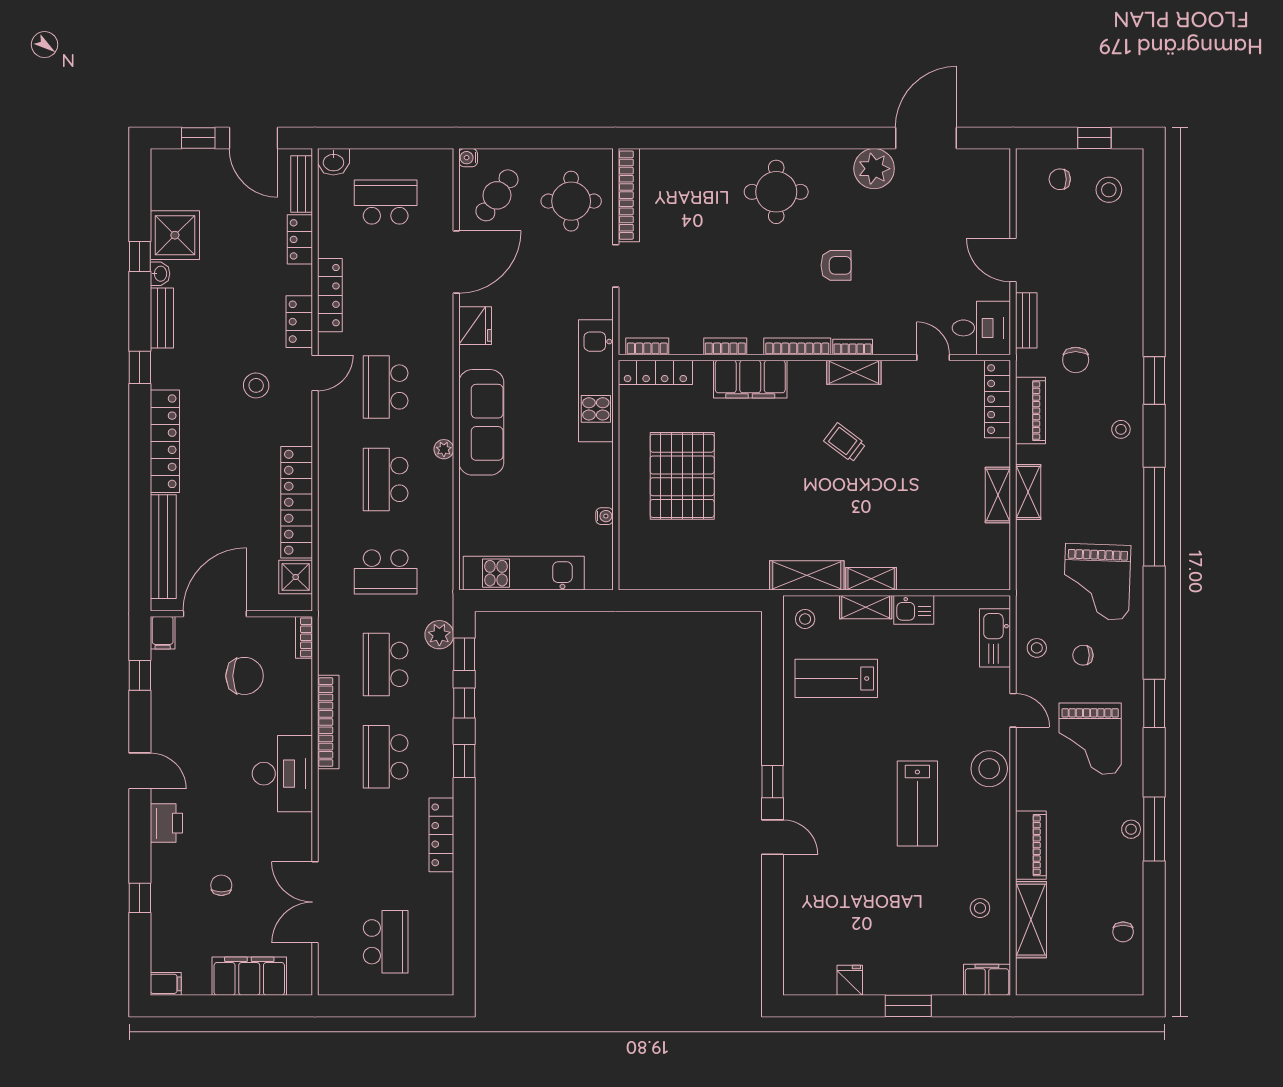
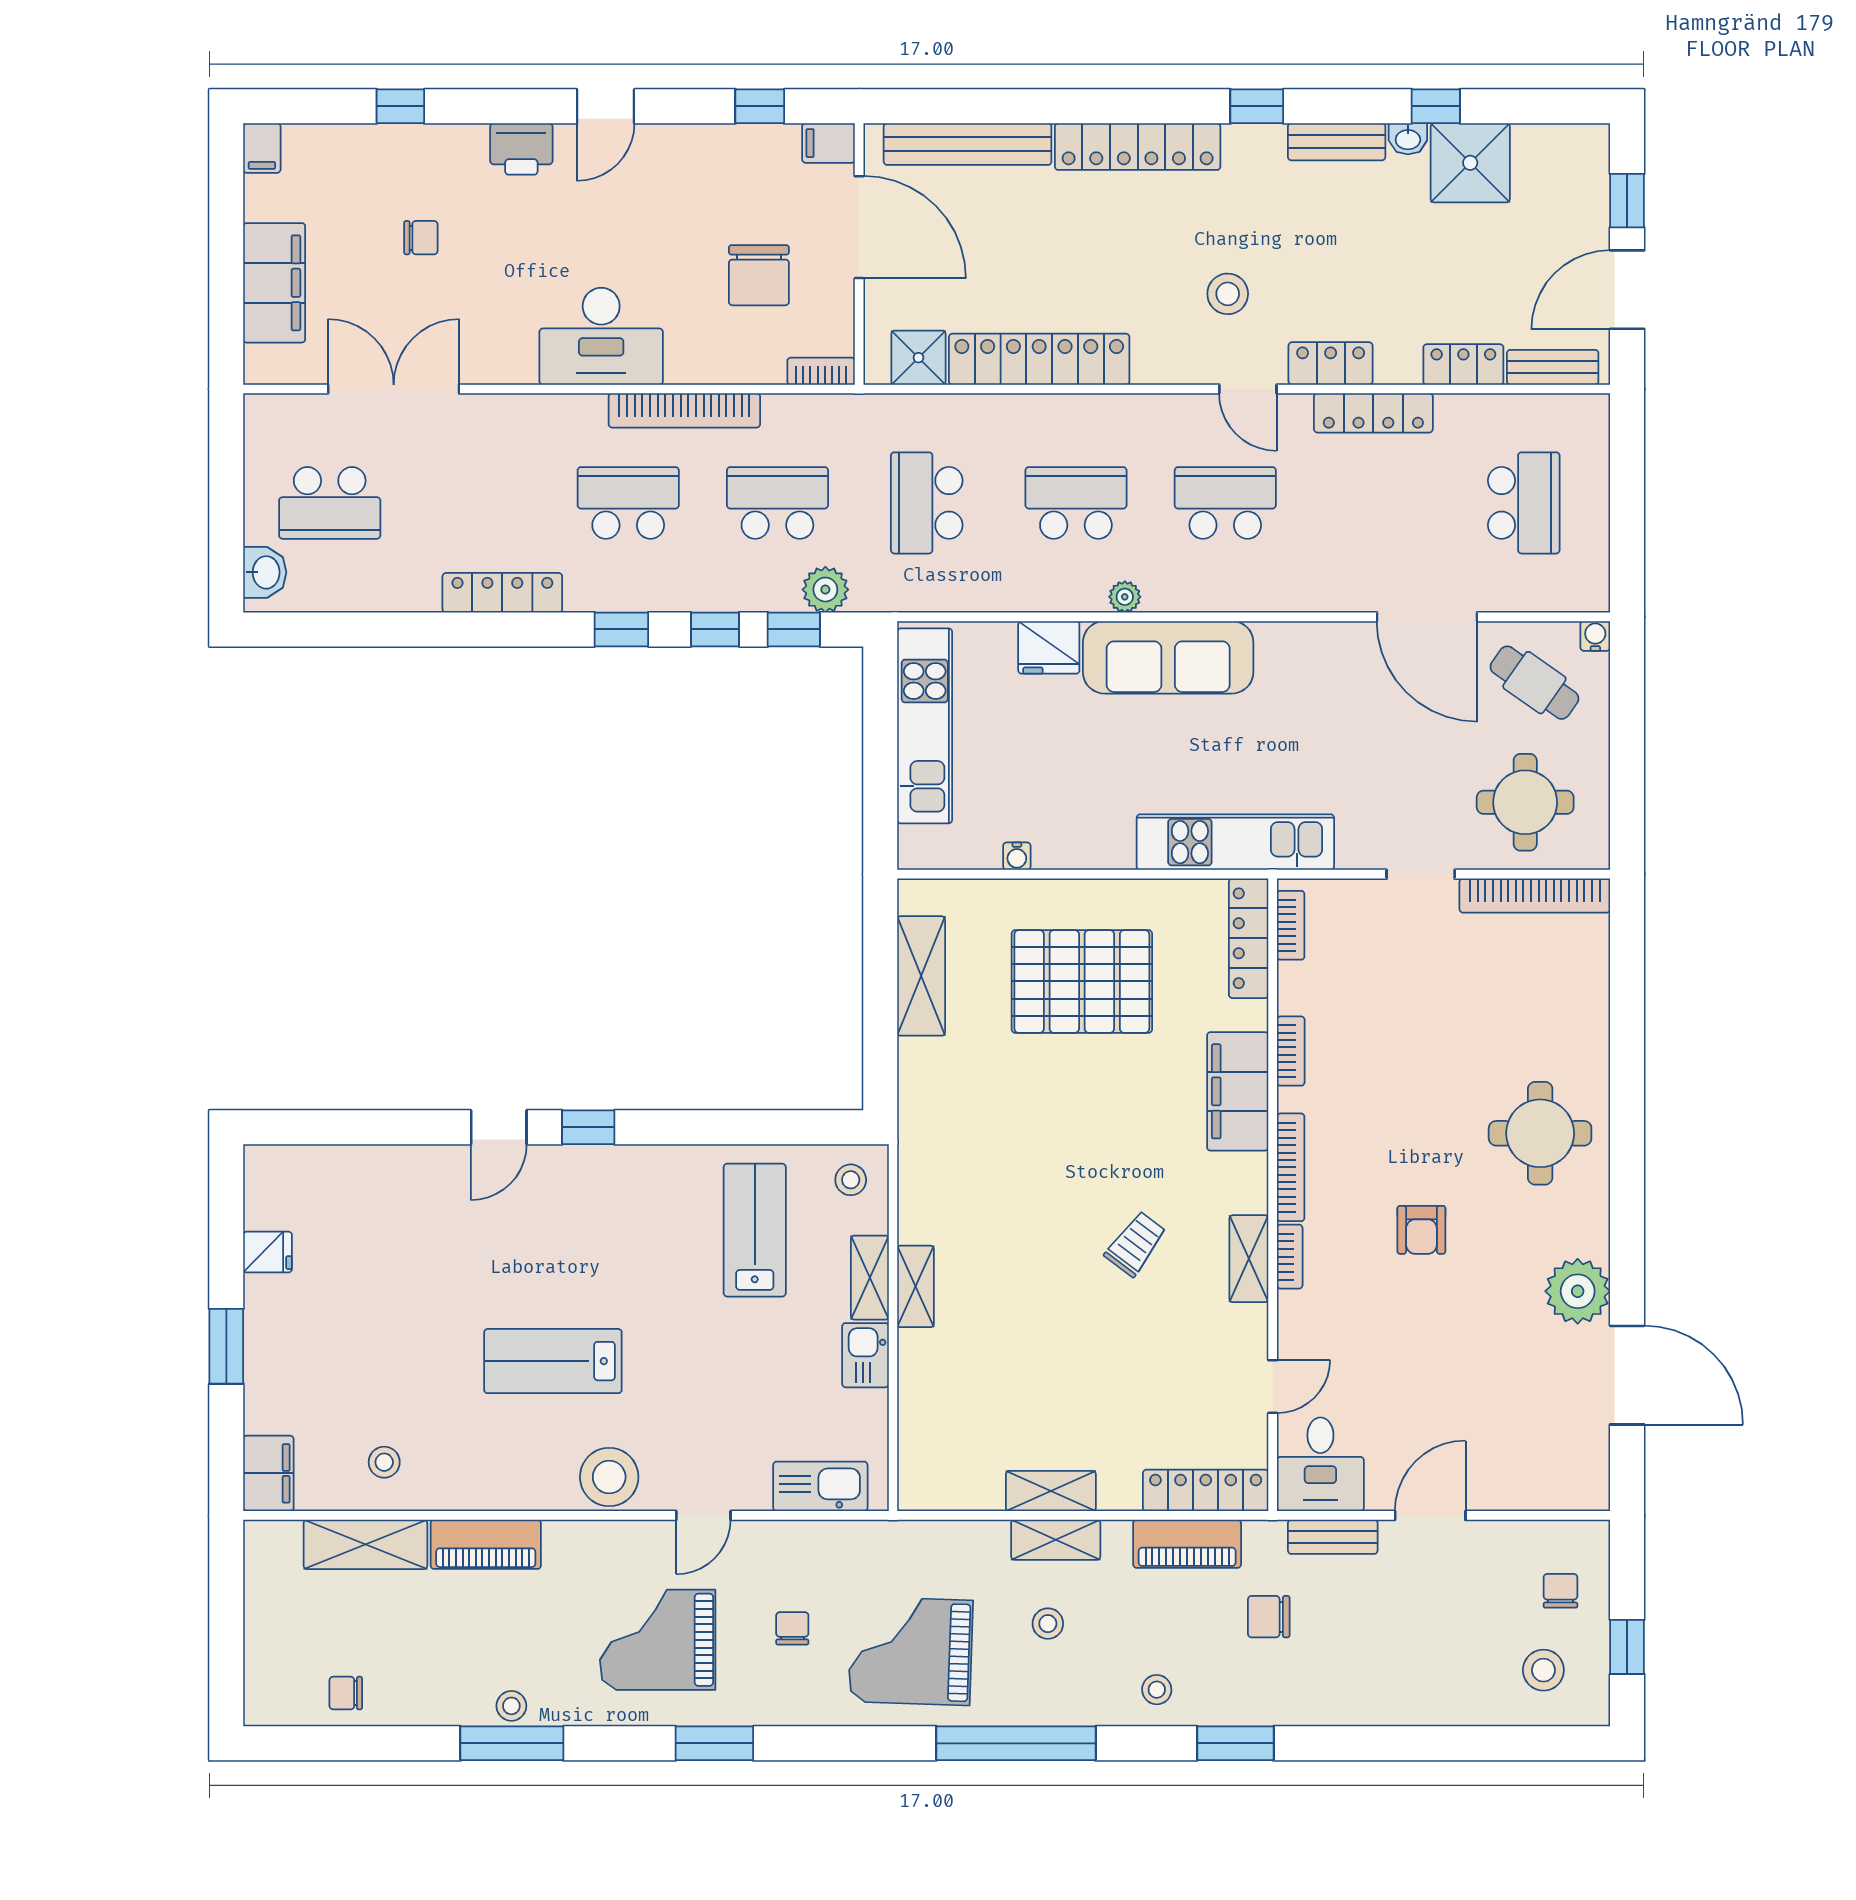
washbasin: (333, 162) -> (265, 572), moved, turned 180
fridge: (475, 326) -> (1049, 647), moved
shelving: (807, 575) -> (921, 976), moved
stool: (1037, 648) -> (1048, 1624), moved

